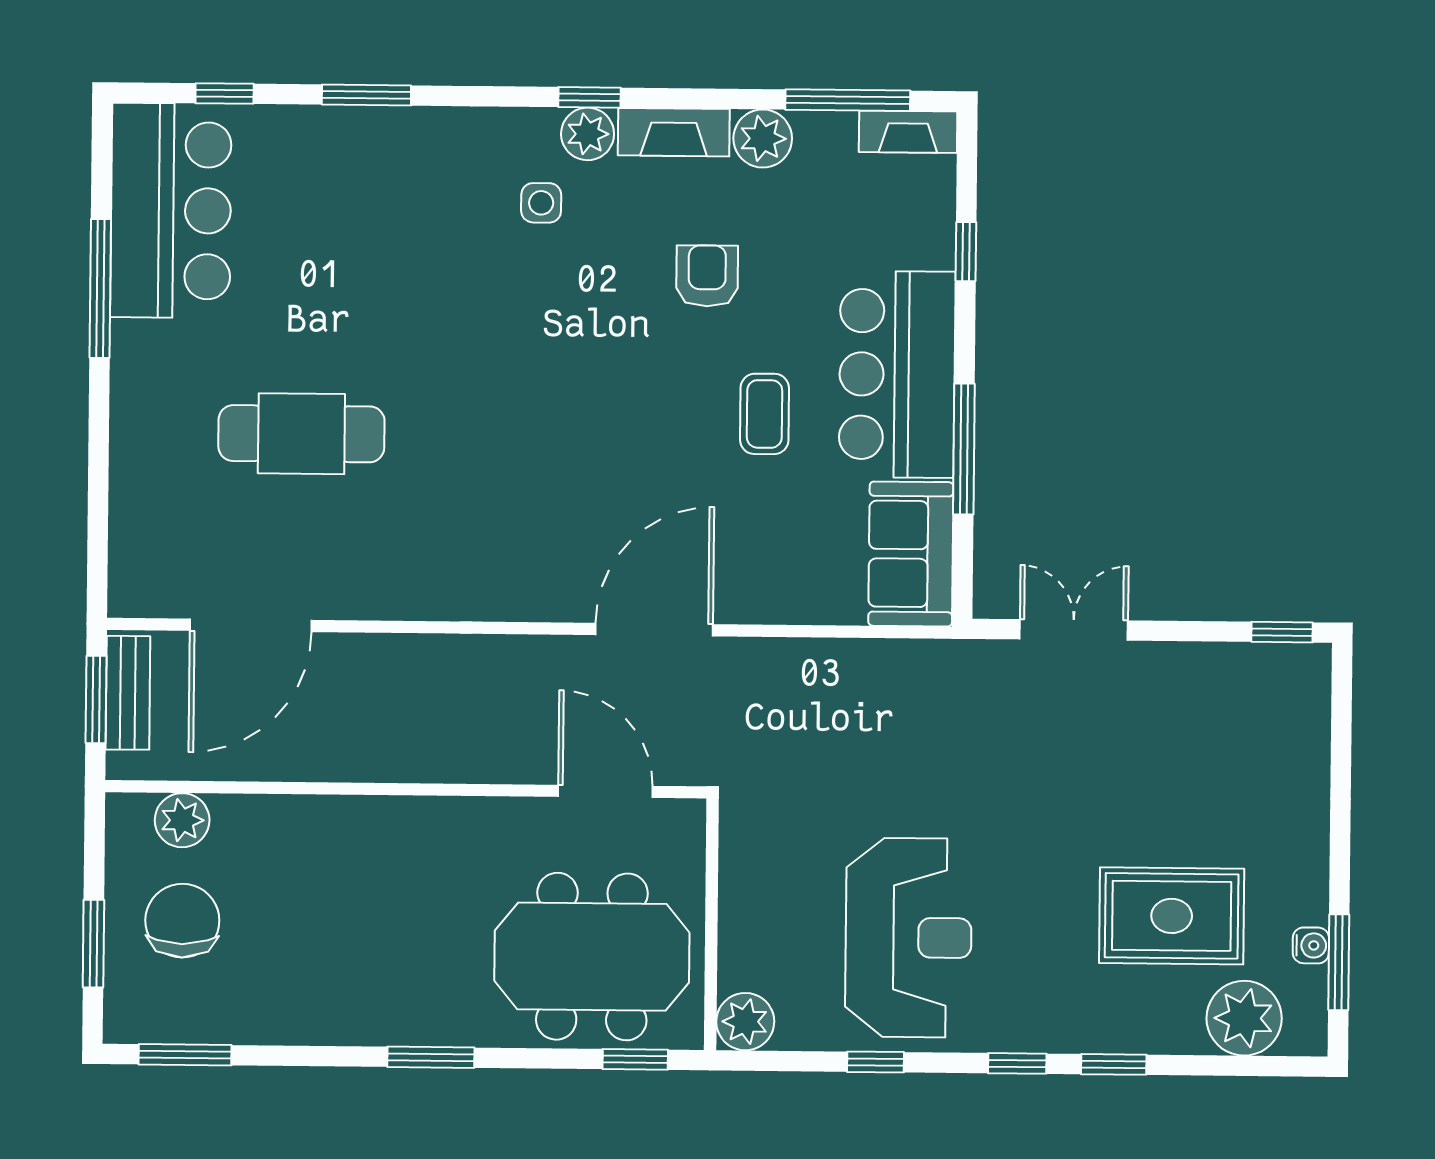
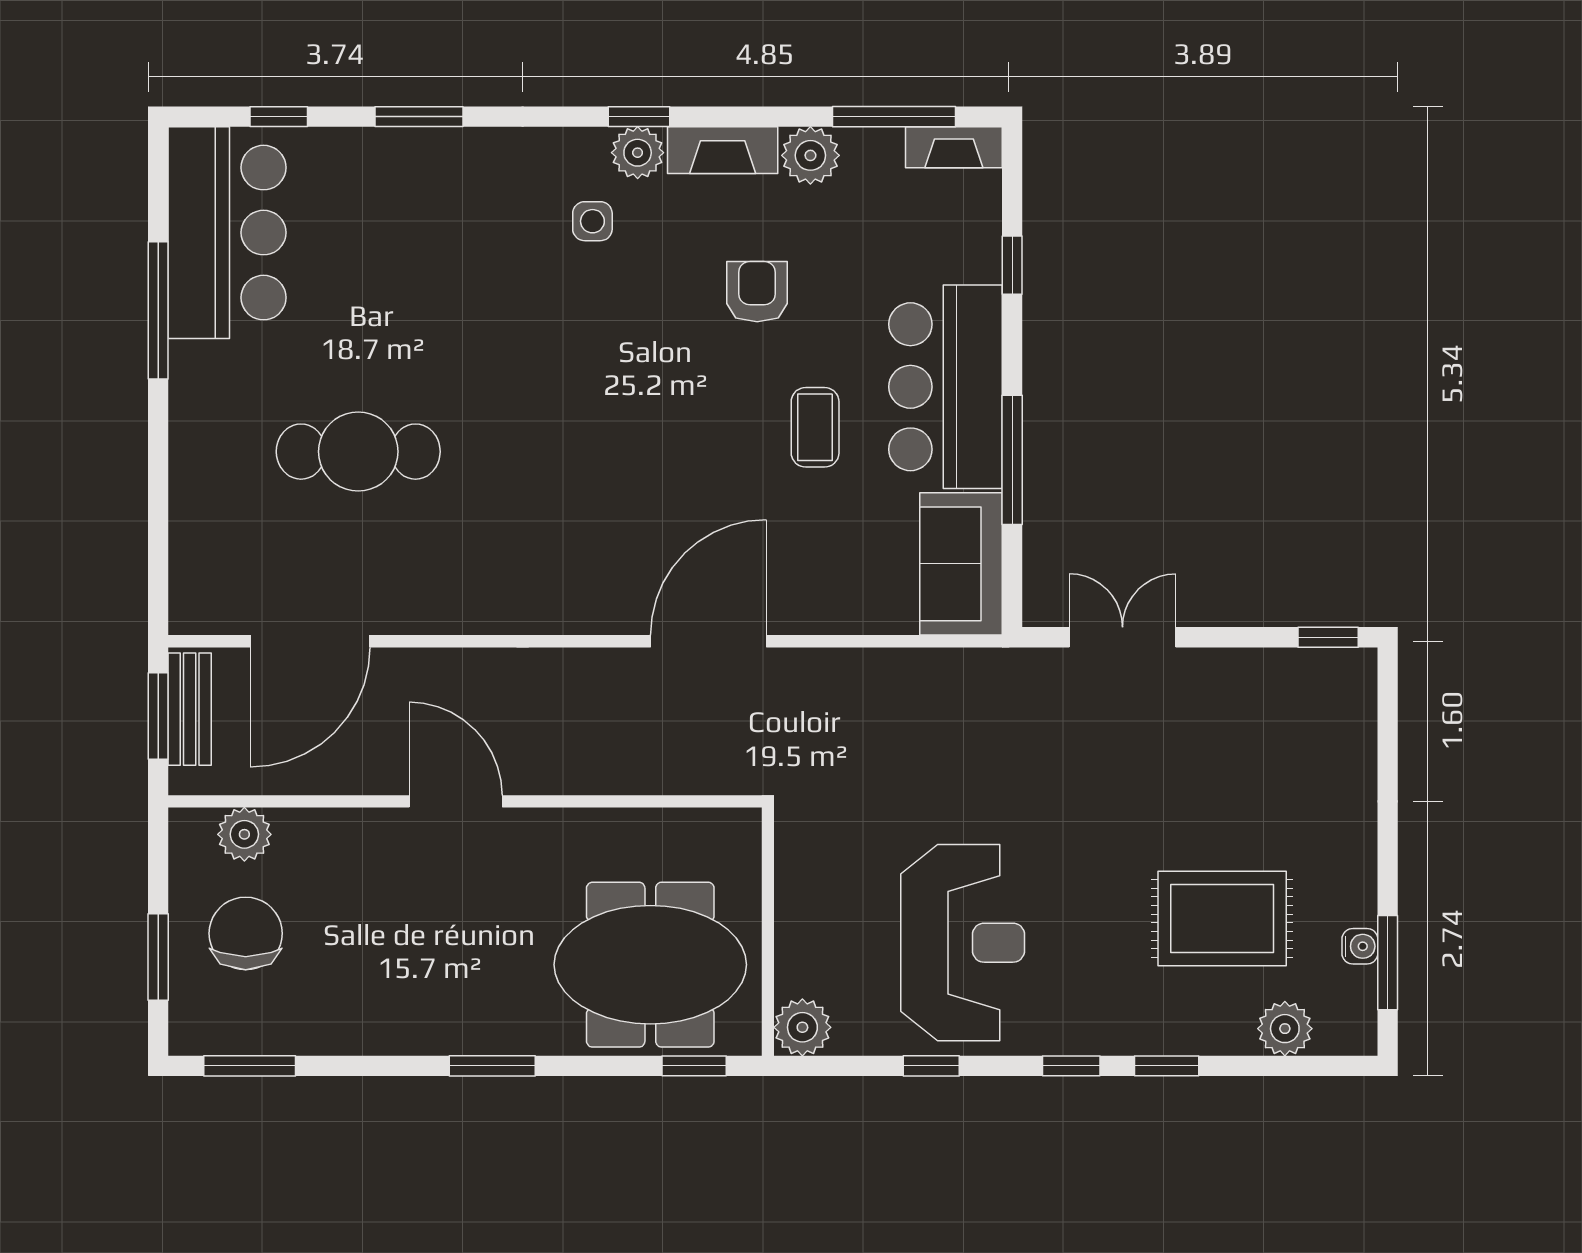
door: (605, 791) -> (456, 801), moved
plant: (1244, 1018) -> (1285, 1029), width x0.73, depth x0.73

